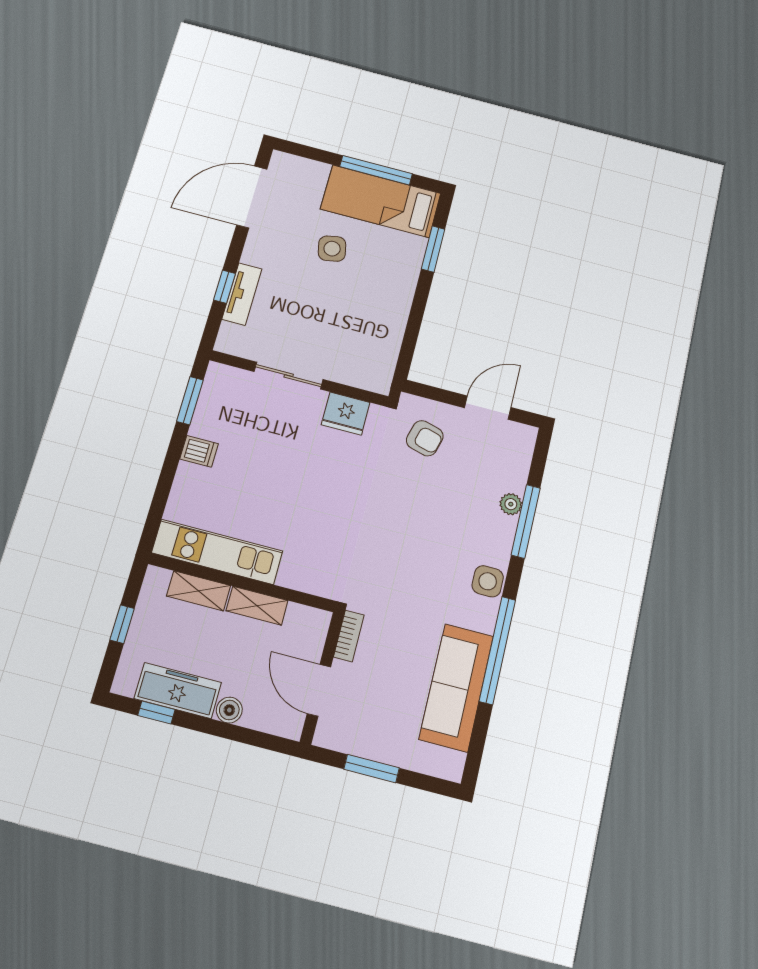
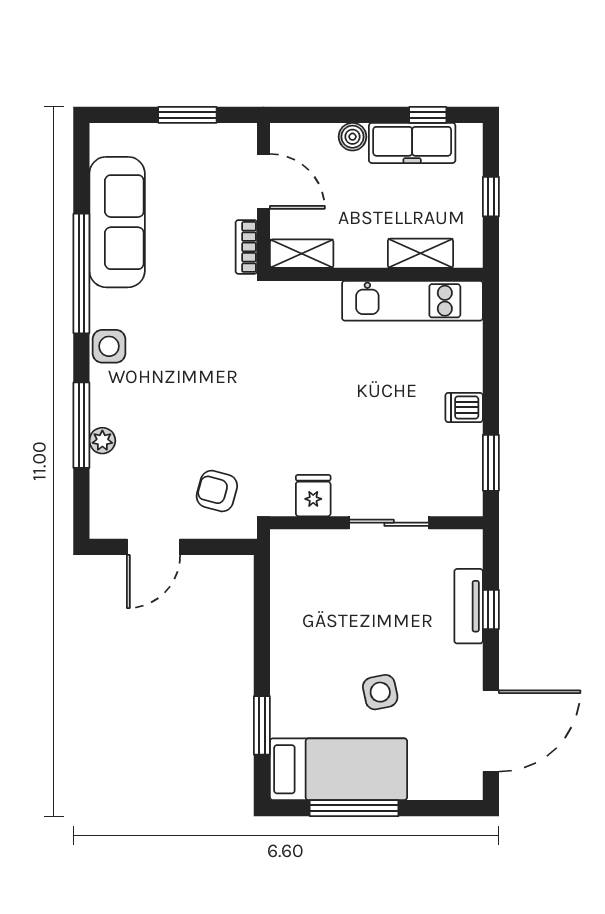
fridge: (346, 414) -> (313, 496), width x0.72
shelving: (257, 606) -> (302, 254), moved

